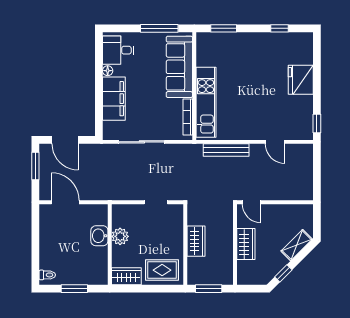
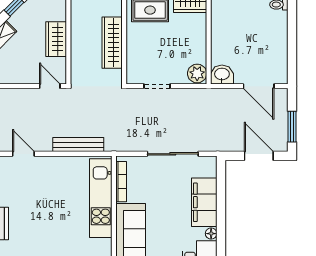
washbasin: (99, 236) -> (222, 75), moved, turned -90
plant: (120, 236) -> (197, 73), moved
wardrobe: (196, 241) -> (112, 43), width x1.50

